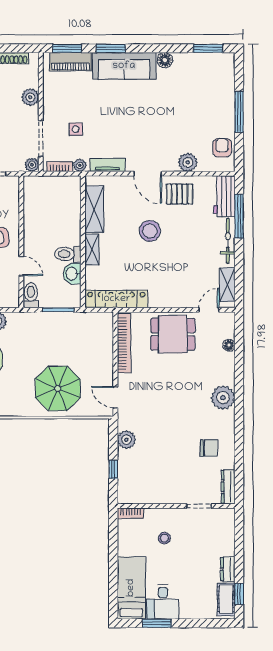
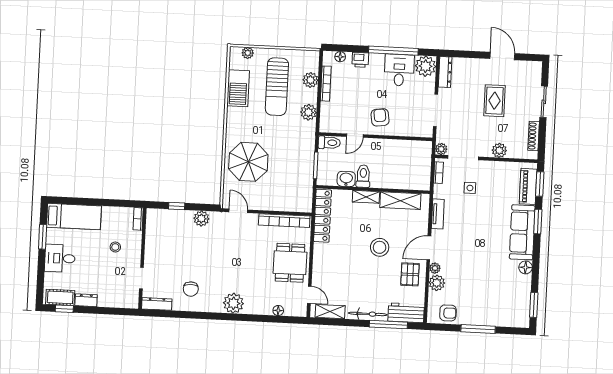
plant: (80, 165) -> (435, 268), moved
door: (115, 397) -> (238, 211), hinge flipped
desk: (163, 602) -> (60, 258), moved

